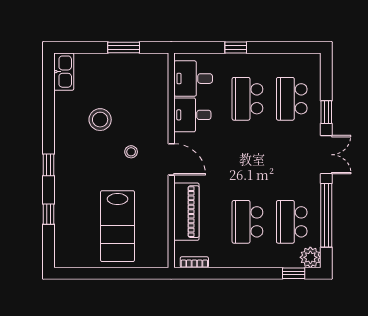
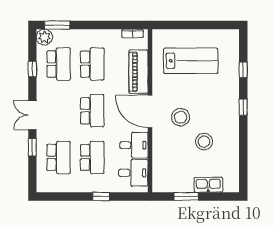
kitchen sink: (64, 72) -> (208, 185), moved, turned 90
stool: (131, 152) -> (181, 117), width x1.89, depth x1.89
door: (171, 159) -> (150, 112), width x1.36
school desk: (247, 160) -> (92, 111), added
window: (326, 215) -> (32, 69), width x0.32
lab bench: (118, 226) -> (191, 61), turned 90
window: (294, 273) -> (57, 25), width x1.50

